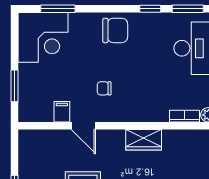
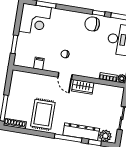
chair: (115, 30) -> (92, 24), moved, turned 180
door: (83, 126) -> (65, 76), moved

